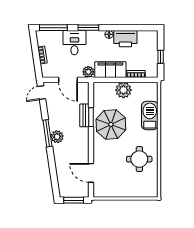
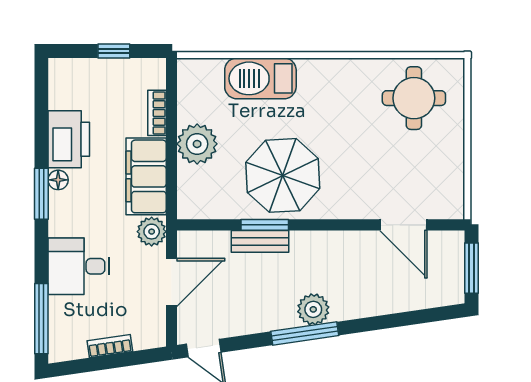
window: (88, 28) -> (41, 194), moved
round table: (139, 159) -> (414, 98), moved
door: (91, 173) -> (403, 225), hinge flipped

